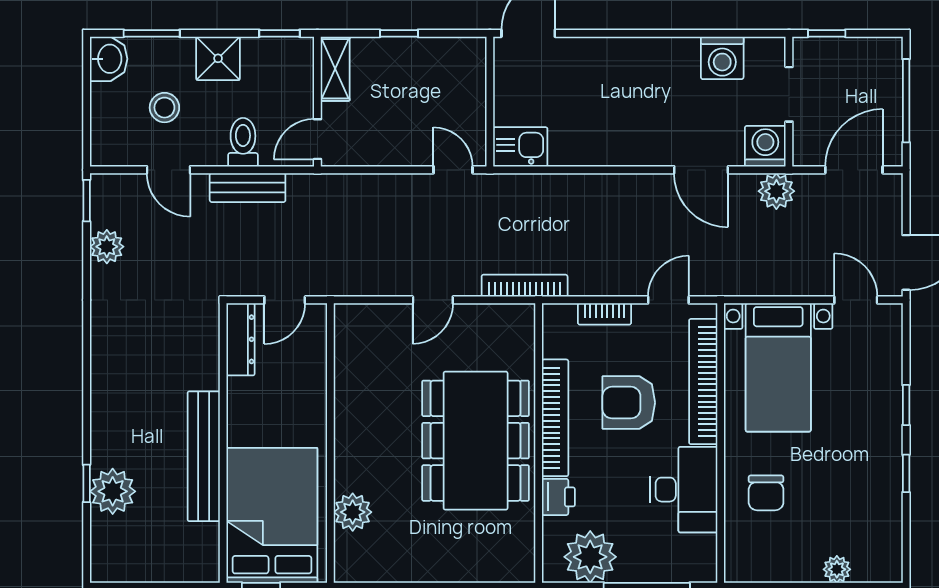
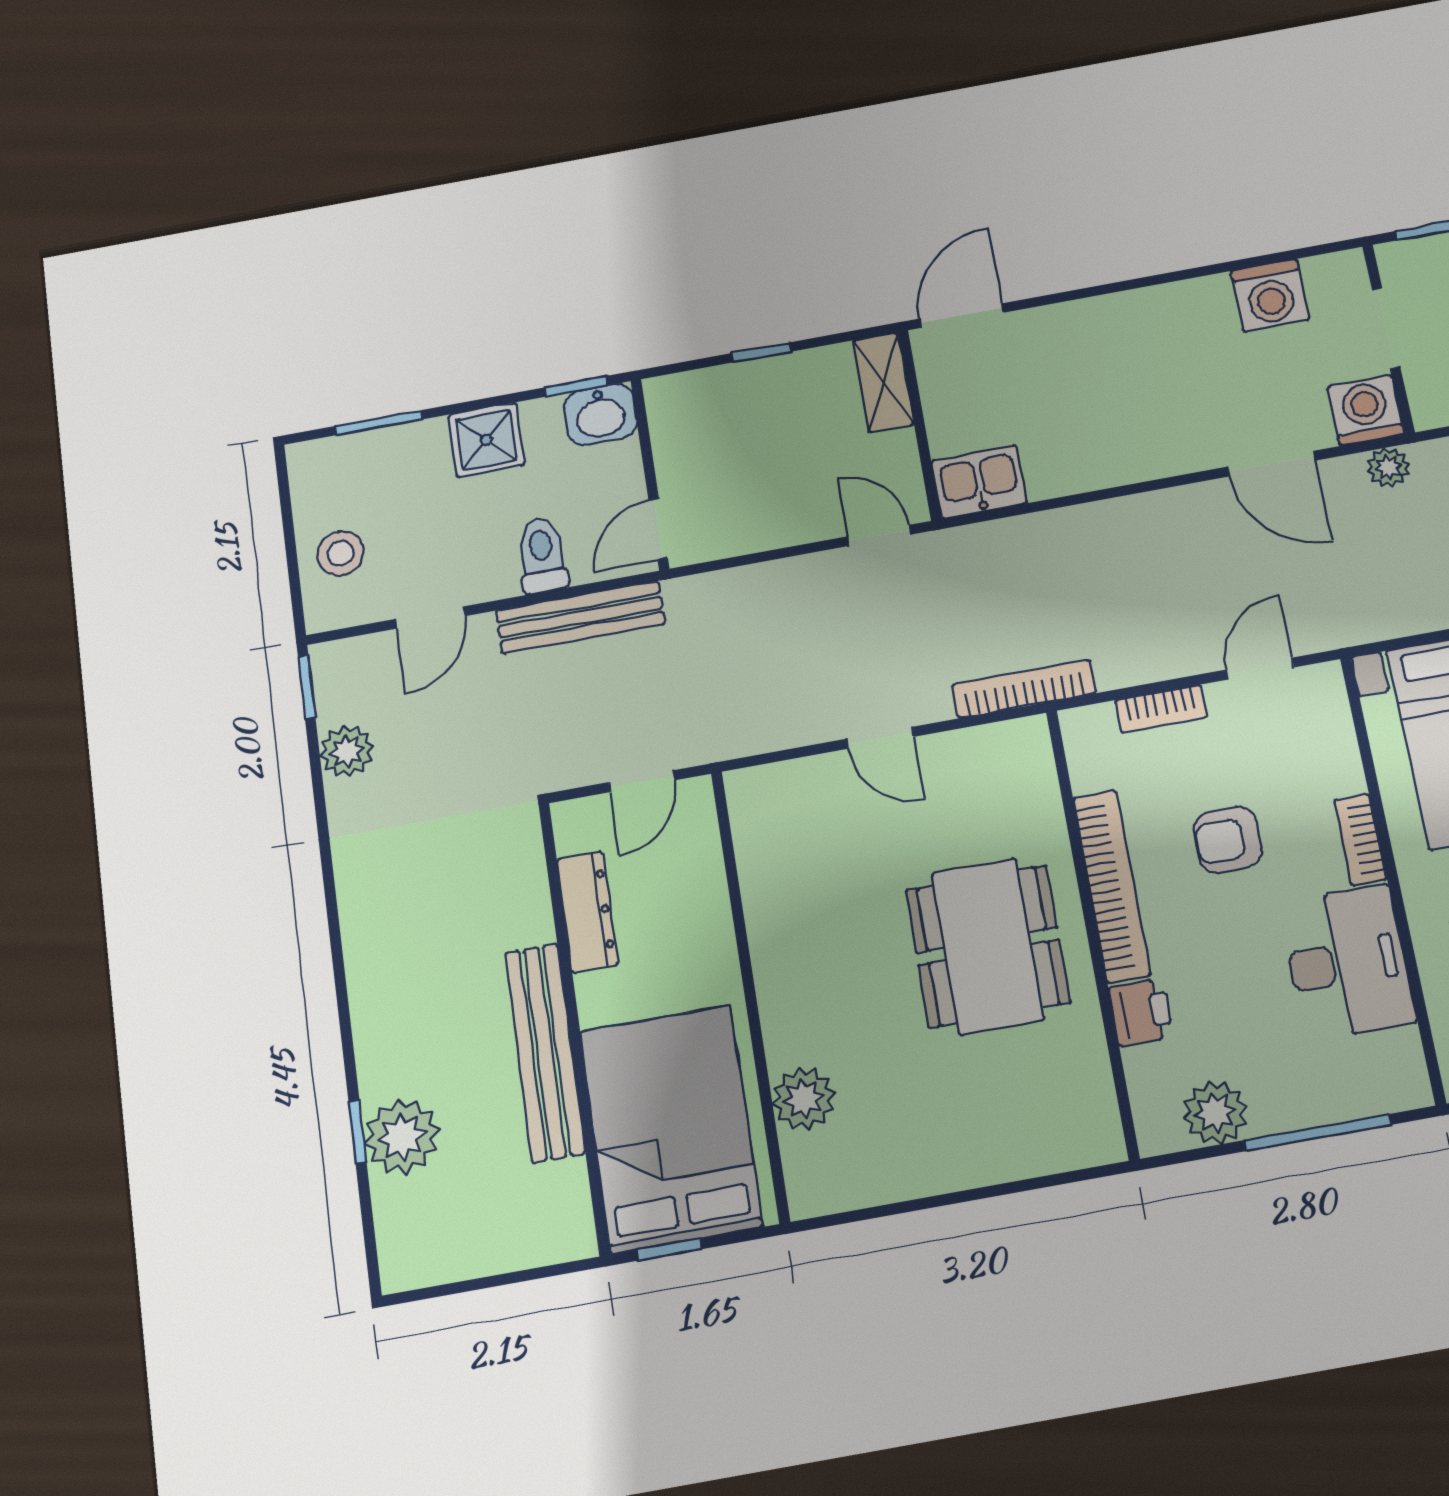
washbasin: (109, 59) -> (600, 414), moved, turned 90
shelving: (335, 69) -> (883, 382), moved
stool: (164, 108) -> (340, 553), moved
door: (168, 170) -> (430, 618), hinge flipped
bench: (248, 188) -> (580, 617), width x1.36
plant: (776, 191) -> (1388, 467), width x0.73, depth x0.73
door: (433, 300) -> (880, 738), hinge flipped
dresser: (241, 339) -> (587, 912), moved
bookcase: (703, 382) -> (1360, 840), width x0.43, depth x0.76
armchair: (629, 403) -> (1228, 840), width x0.72, depth x0.72
dining table: (476, 441) -> (988, 946), width x0.73, depth x0.80
plant: (590, 557) -> (1215, 1112), width x0.73, depth x0.73

